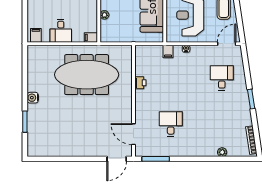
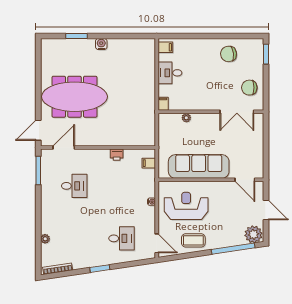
filing cabinet: (168, 51) -> (149, 163), moved
meeting table: (87, 75) -> (74, 97), moved, turned 90
door: (117, 159) -> (38, 130), hinge flipped

